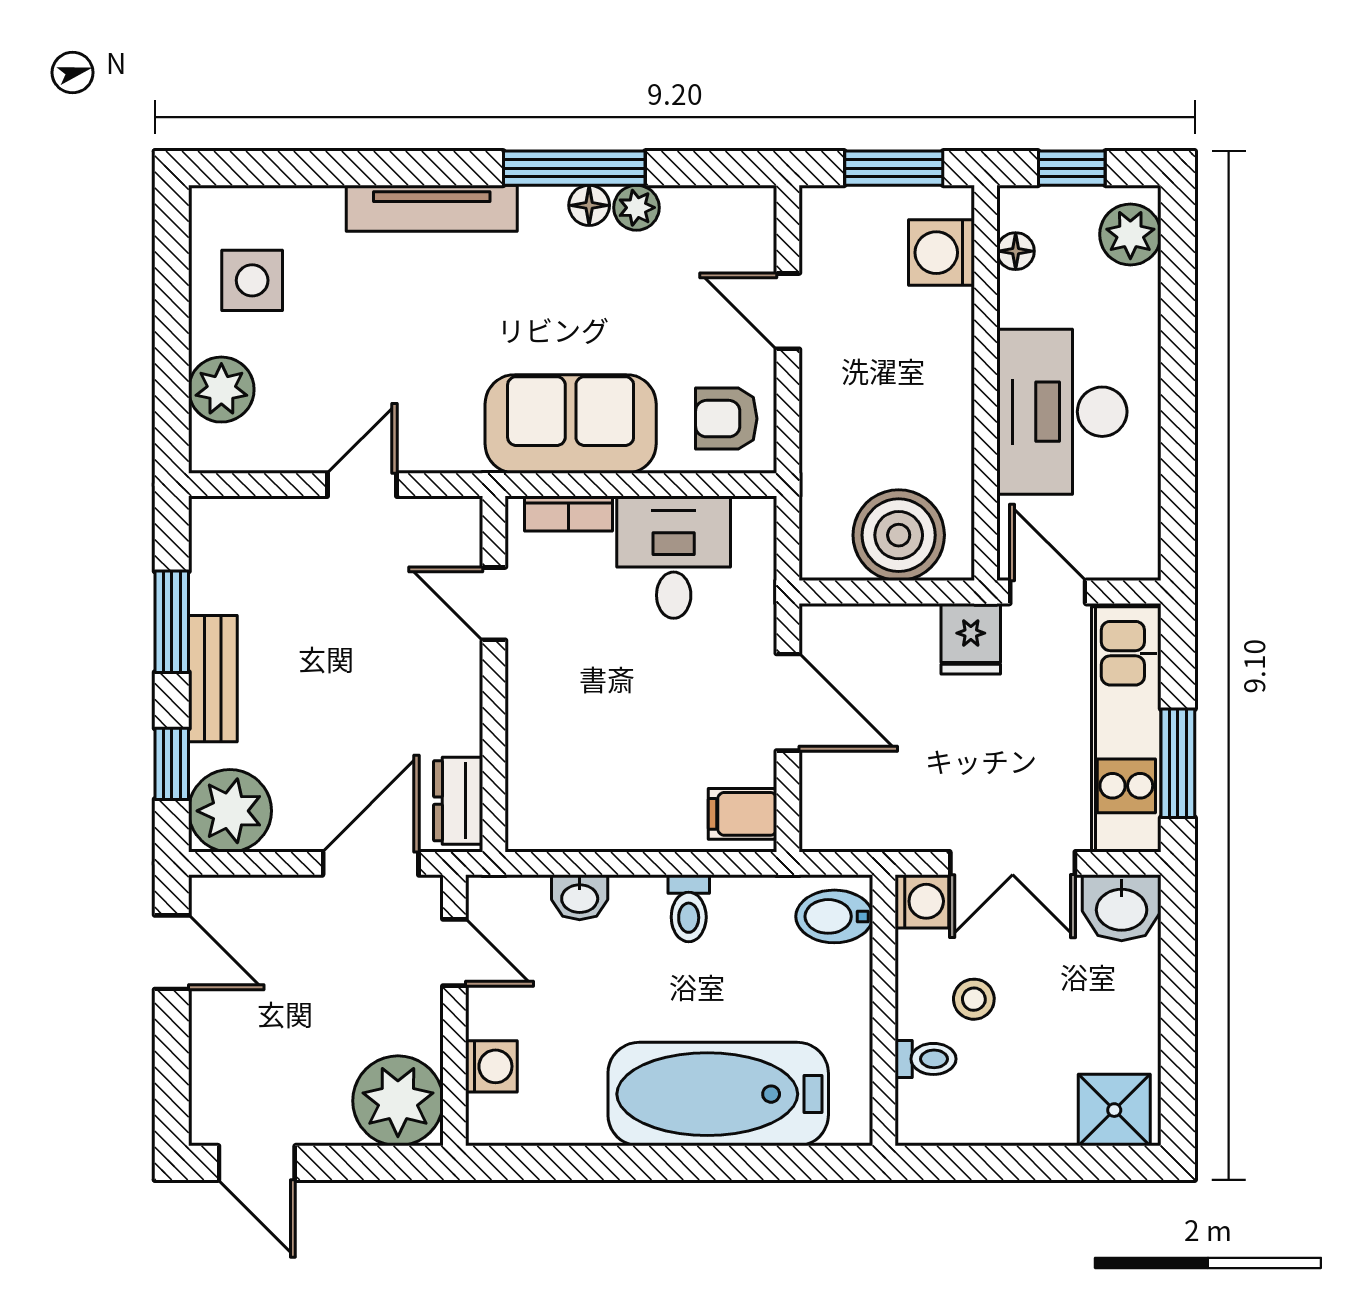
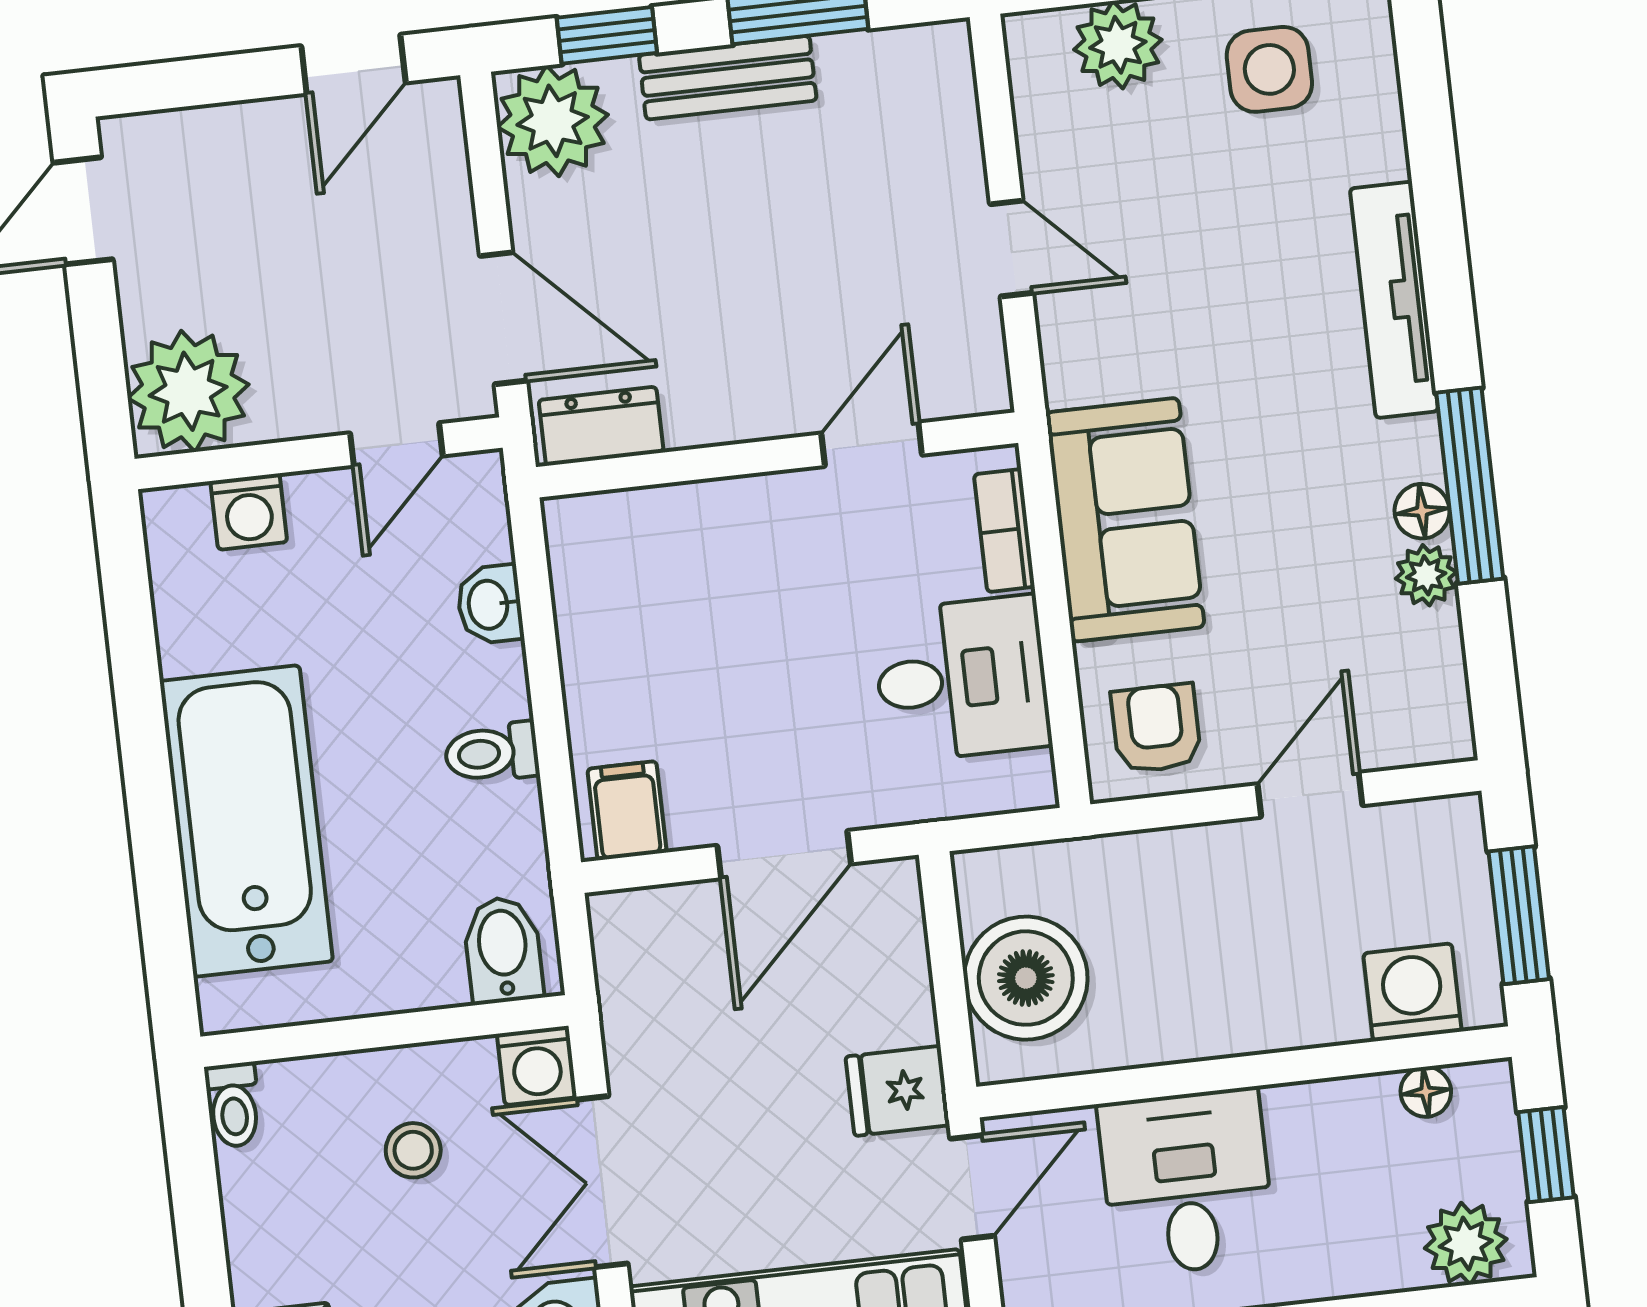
desk: (1062, 412) -> (1187, 1182), width x0.73
toilet: (926, 1059) -> (233, 1105), moved

